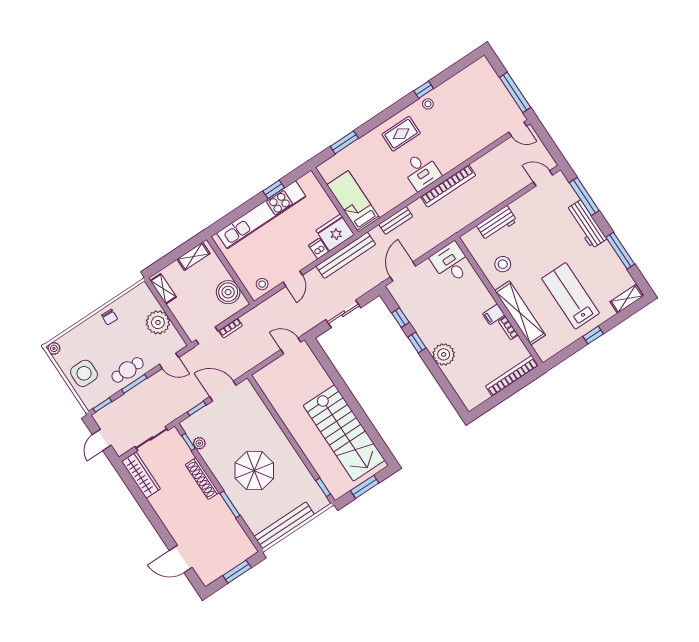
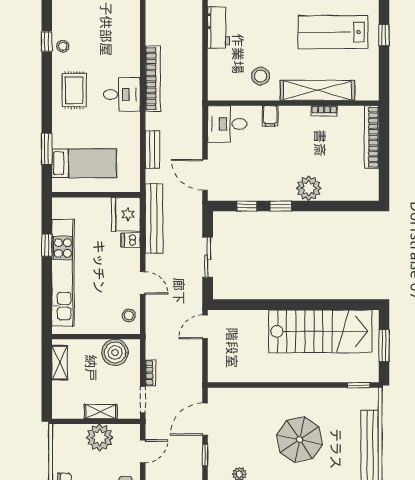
bed: (353, 201) -> (84, 163), moved, turned 180
workbench: (497, 223) -> (218, 27), moved
shelving: (163, 289) -> (101, 411), moved
filing cabinet: (494, 314) -> (270, 116), moved

